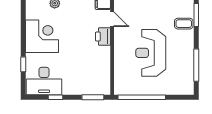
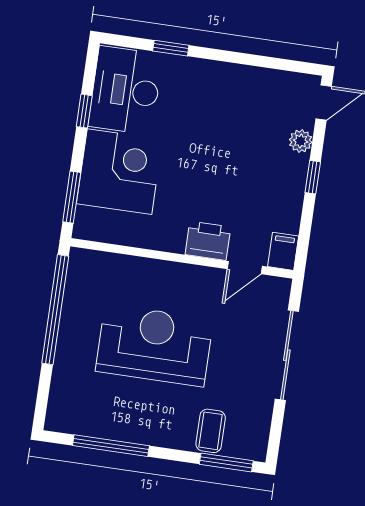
corner desk: (42, 36) -> (119, 172), moved, turned -90

